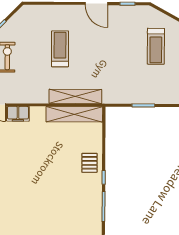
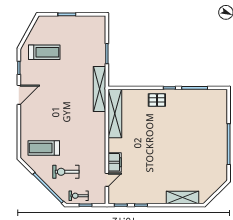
treadmill: (156, 46) -> (44, 52), moved
treadmill: (60, 49) -> (44, 148), moved
shelving: (75, 96) -> (100, 89), moved

